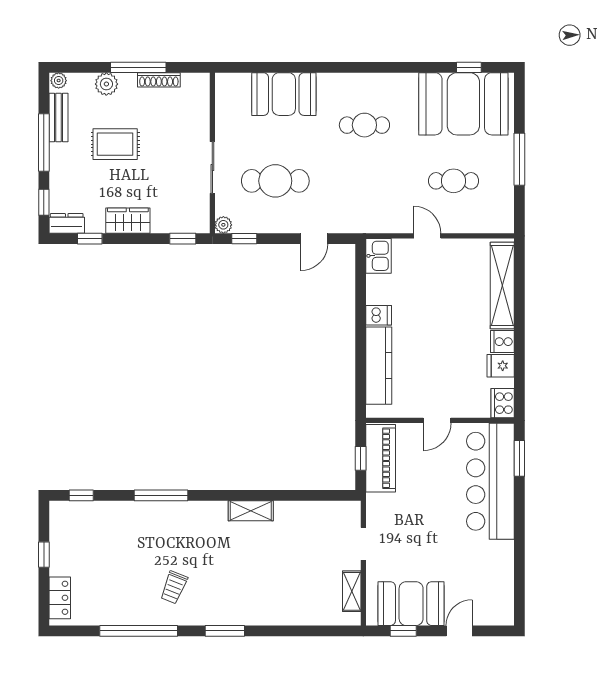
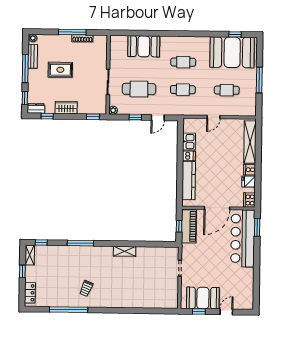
plant: (106, 84) -> (56, 40), removed
cafe table: (364, 181) -> (183, 90), added
door: (427, 236) -> (213, 117), swing flipped
window: (244, 239) -> (135, 117), moved
kitchen sink: (379, 256) -> (189, 142), moved
door: (437, 420) -> (217, 208), width x1.87
shelving: (352, 591) -> (30, 255), moved
window: (225, 631) -> (111, 310), removed

